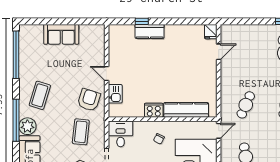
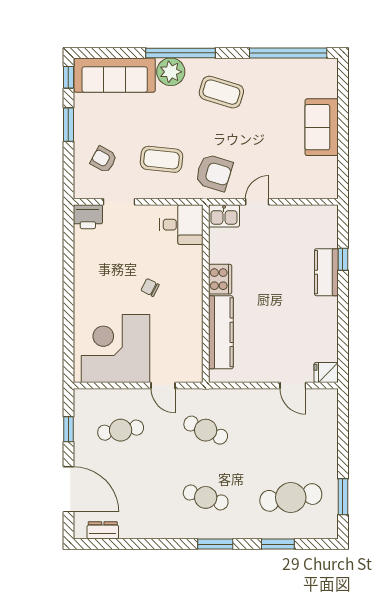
cooker: (154, 110) -> (220, 279), moved
kitchen counter: (186, 110) -> (221, 332), moved
wall: (163, 119) -> (206, 294), moved
desk: (121, 134) -> (181, 225), moved

